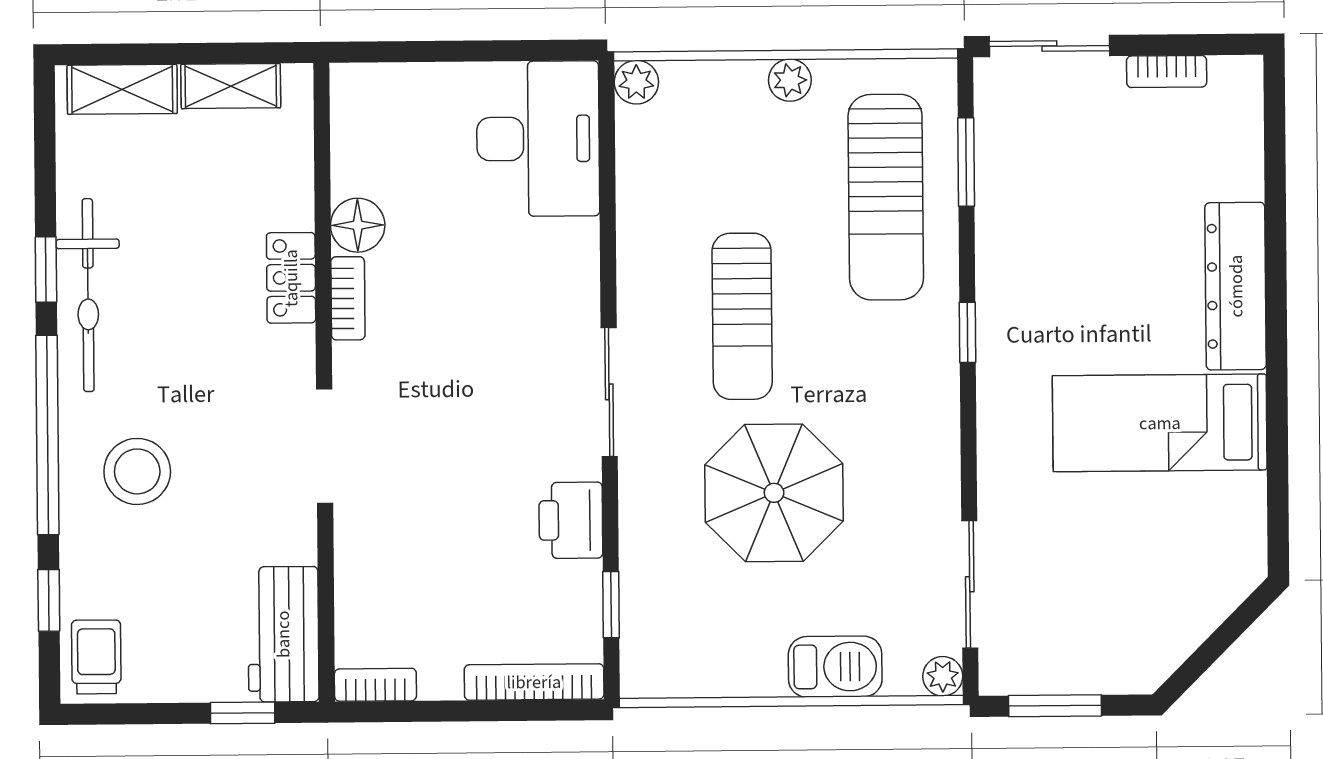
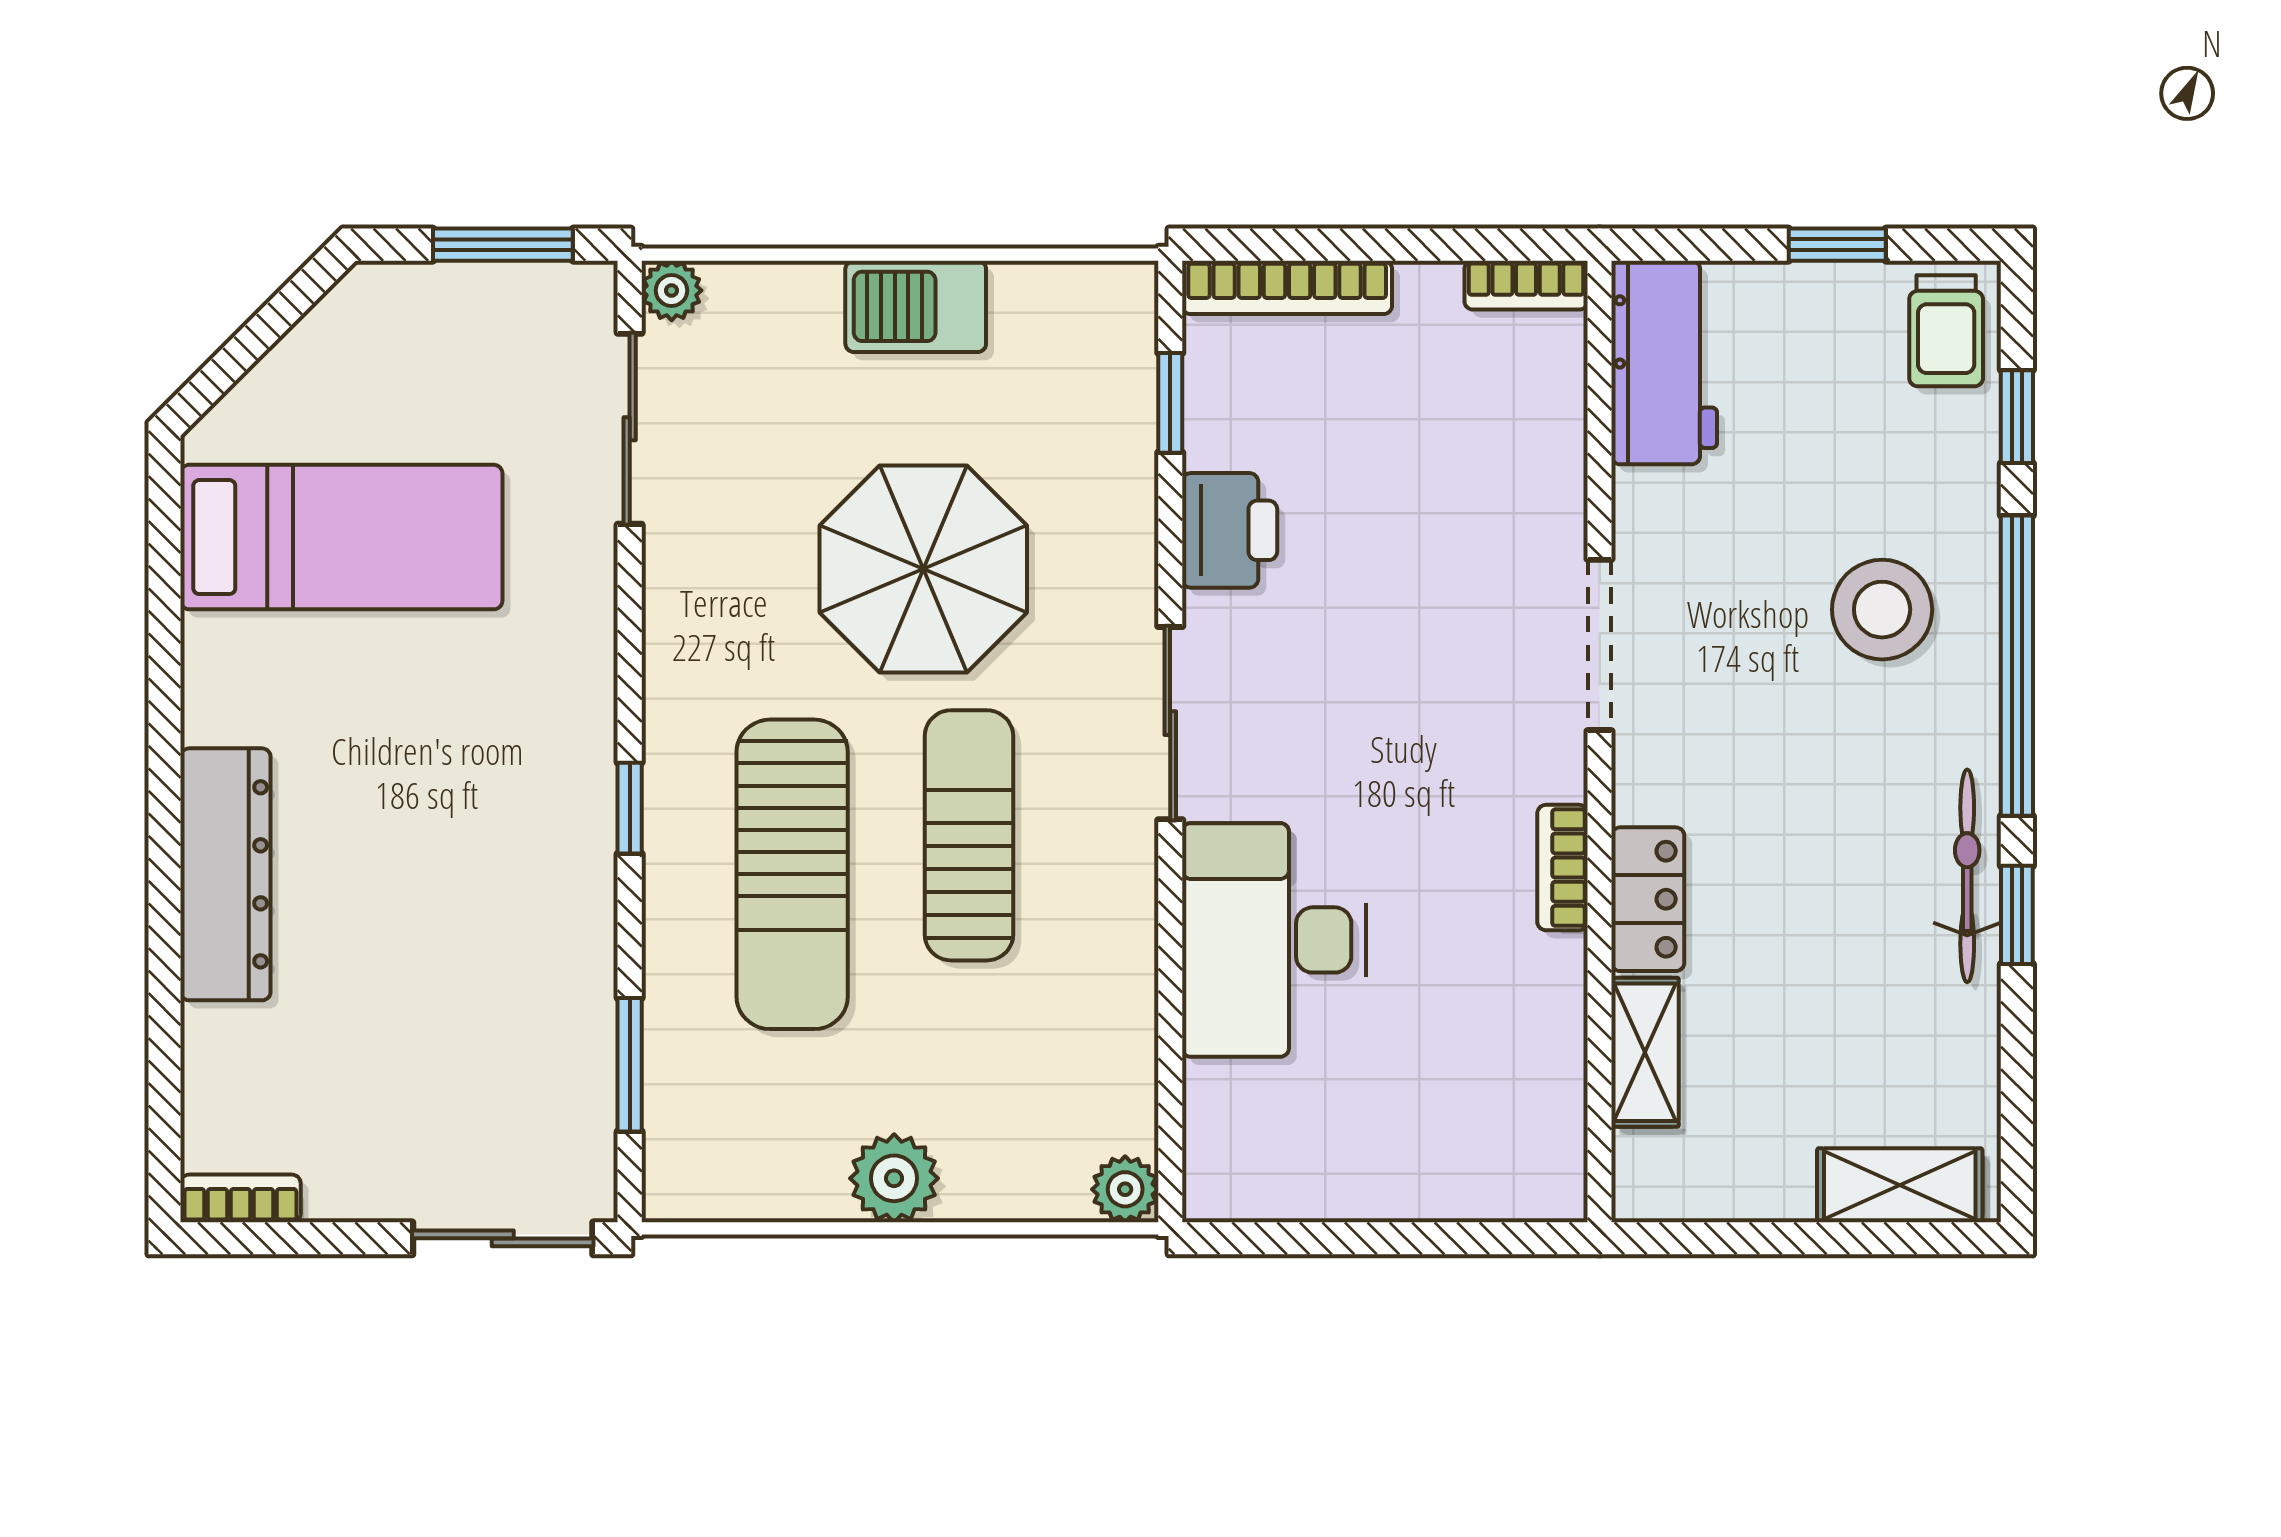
bookcase: (1167, 71) -> (241, 1198), moved
plant: (790, 80) -> (894, 1178), width x1.38, depth x1.38
shelving: (231, 86) -> (1645, 1052), moved, turned 90
desk: (538, 139) -> (1274, 940), moved
sun lounger: (886, 197) -> (792, 874), moved, turned 180
floor lamp: (358, 225) -> (1547, 978), removed
bicycle: (88, 295) -> (1967, 876), width x0.73, depth x0.71
bed: (1160, 423) -> (341, 537), moved
barbecue: (835, 667) -> (916, 306), moved
window: (243, 713) -> (1837, 245), moved

